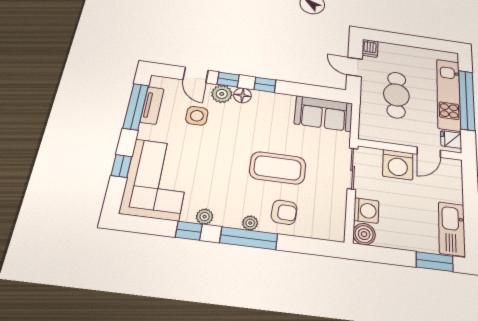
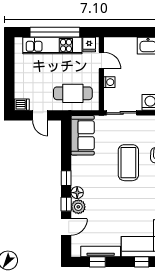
door: (355, 67) -> (40, 115), hinge flipped
cafe table: (396, 95) -> (73, 93), moved
tv unit: (152, 105) -> (101, 252), width x1.41
window: (136, 107) -> (97, 262), width x0.46
side table: (197, 116) -> (98, 221), removed
washing machine: (398, 165) -> (109, 82), width x0.53, depth x0.53

